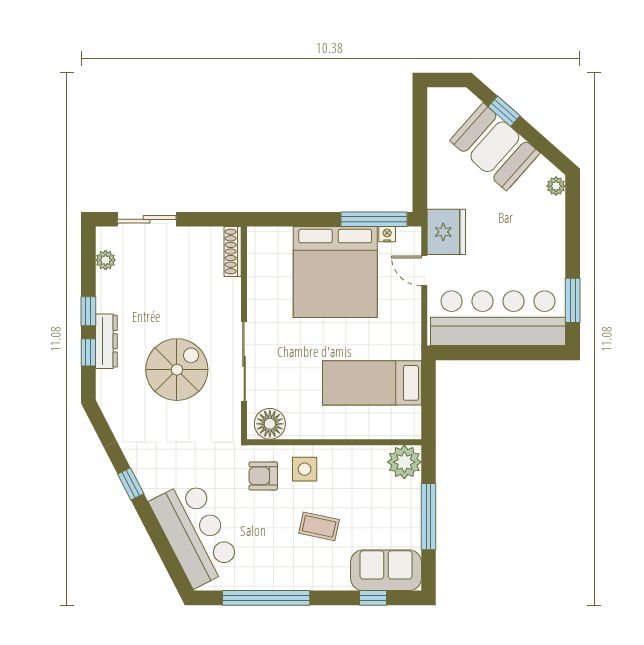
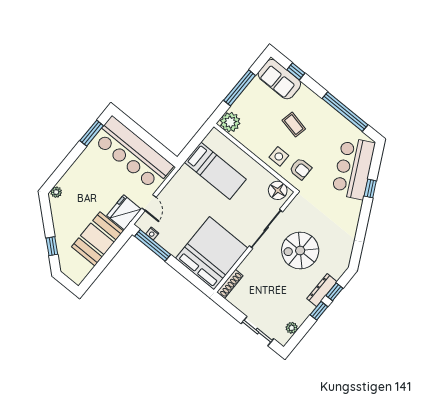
booth: (495, 147) -> (97, 239), moved, turned 48
bed: (335, 272) -> (212, 253), moved
window: (131, 484) -> (370, 189), moved

